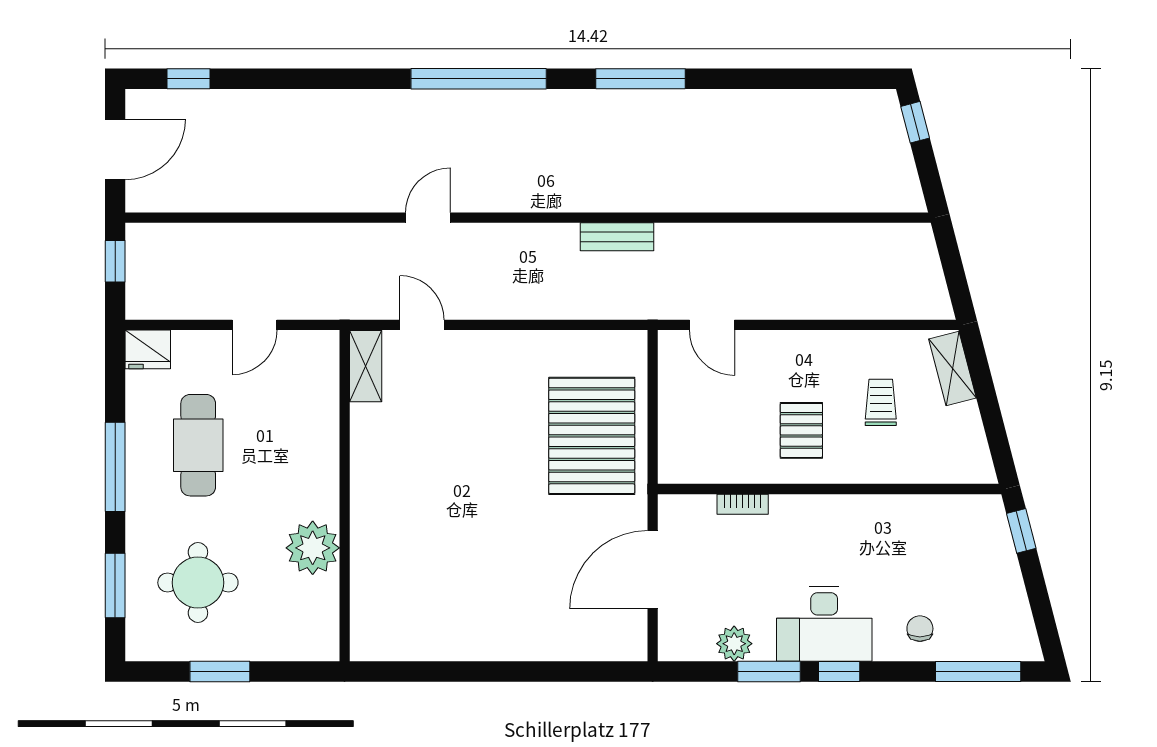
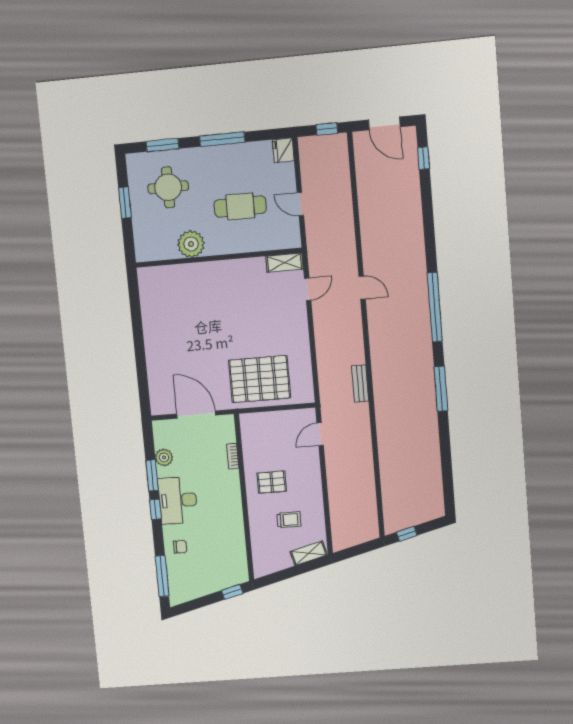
window: (915, 122) -> (407, 534), moved
cafe table: (198, 445) -> (240, 206), moved

